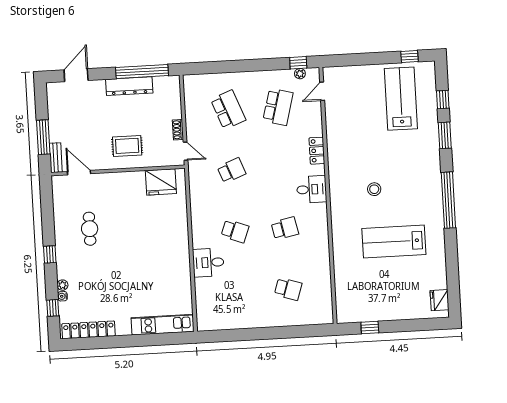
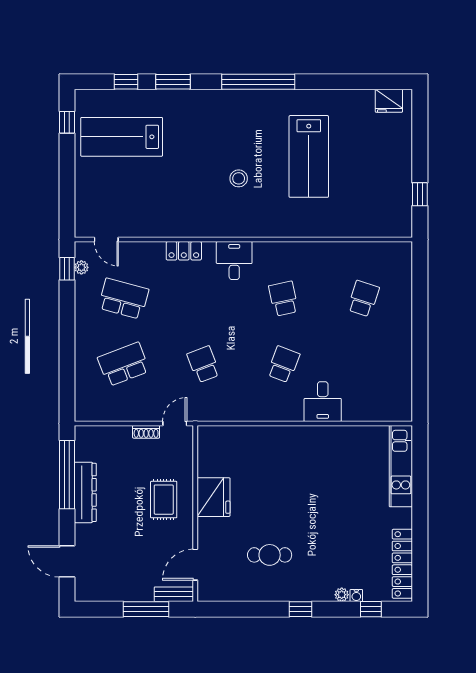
fridge: (161, 182) -> (213, 497), moved

